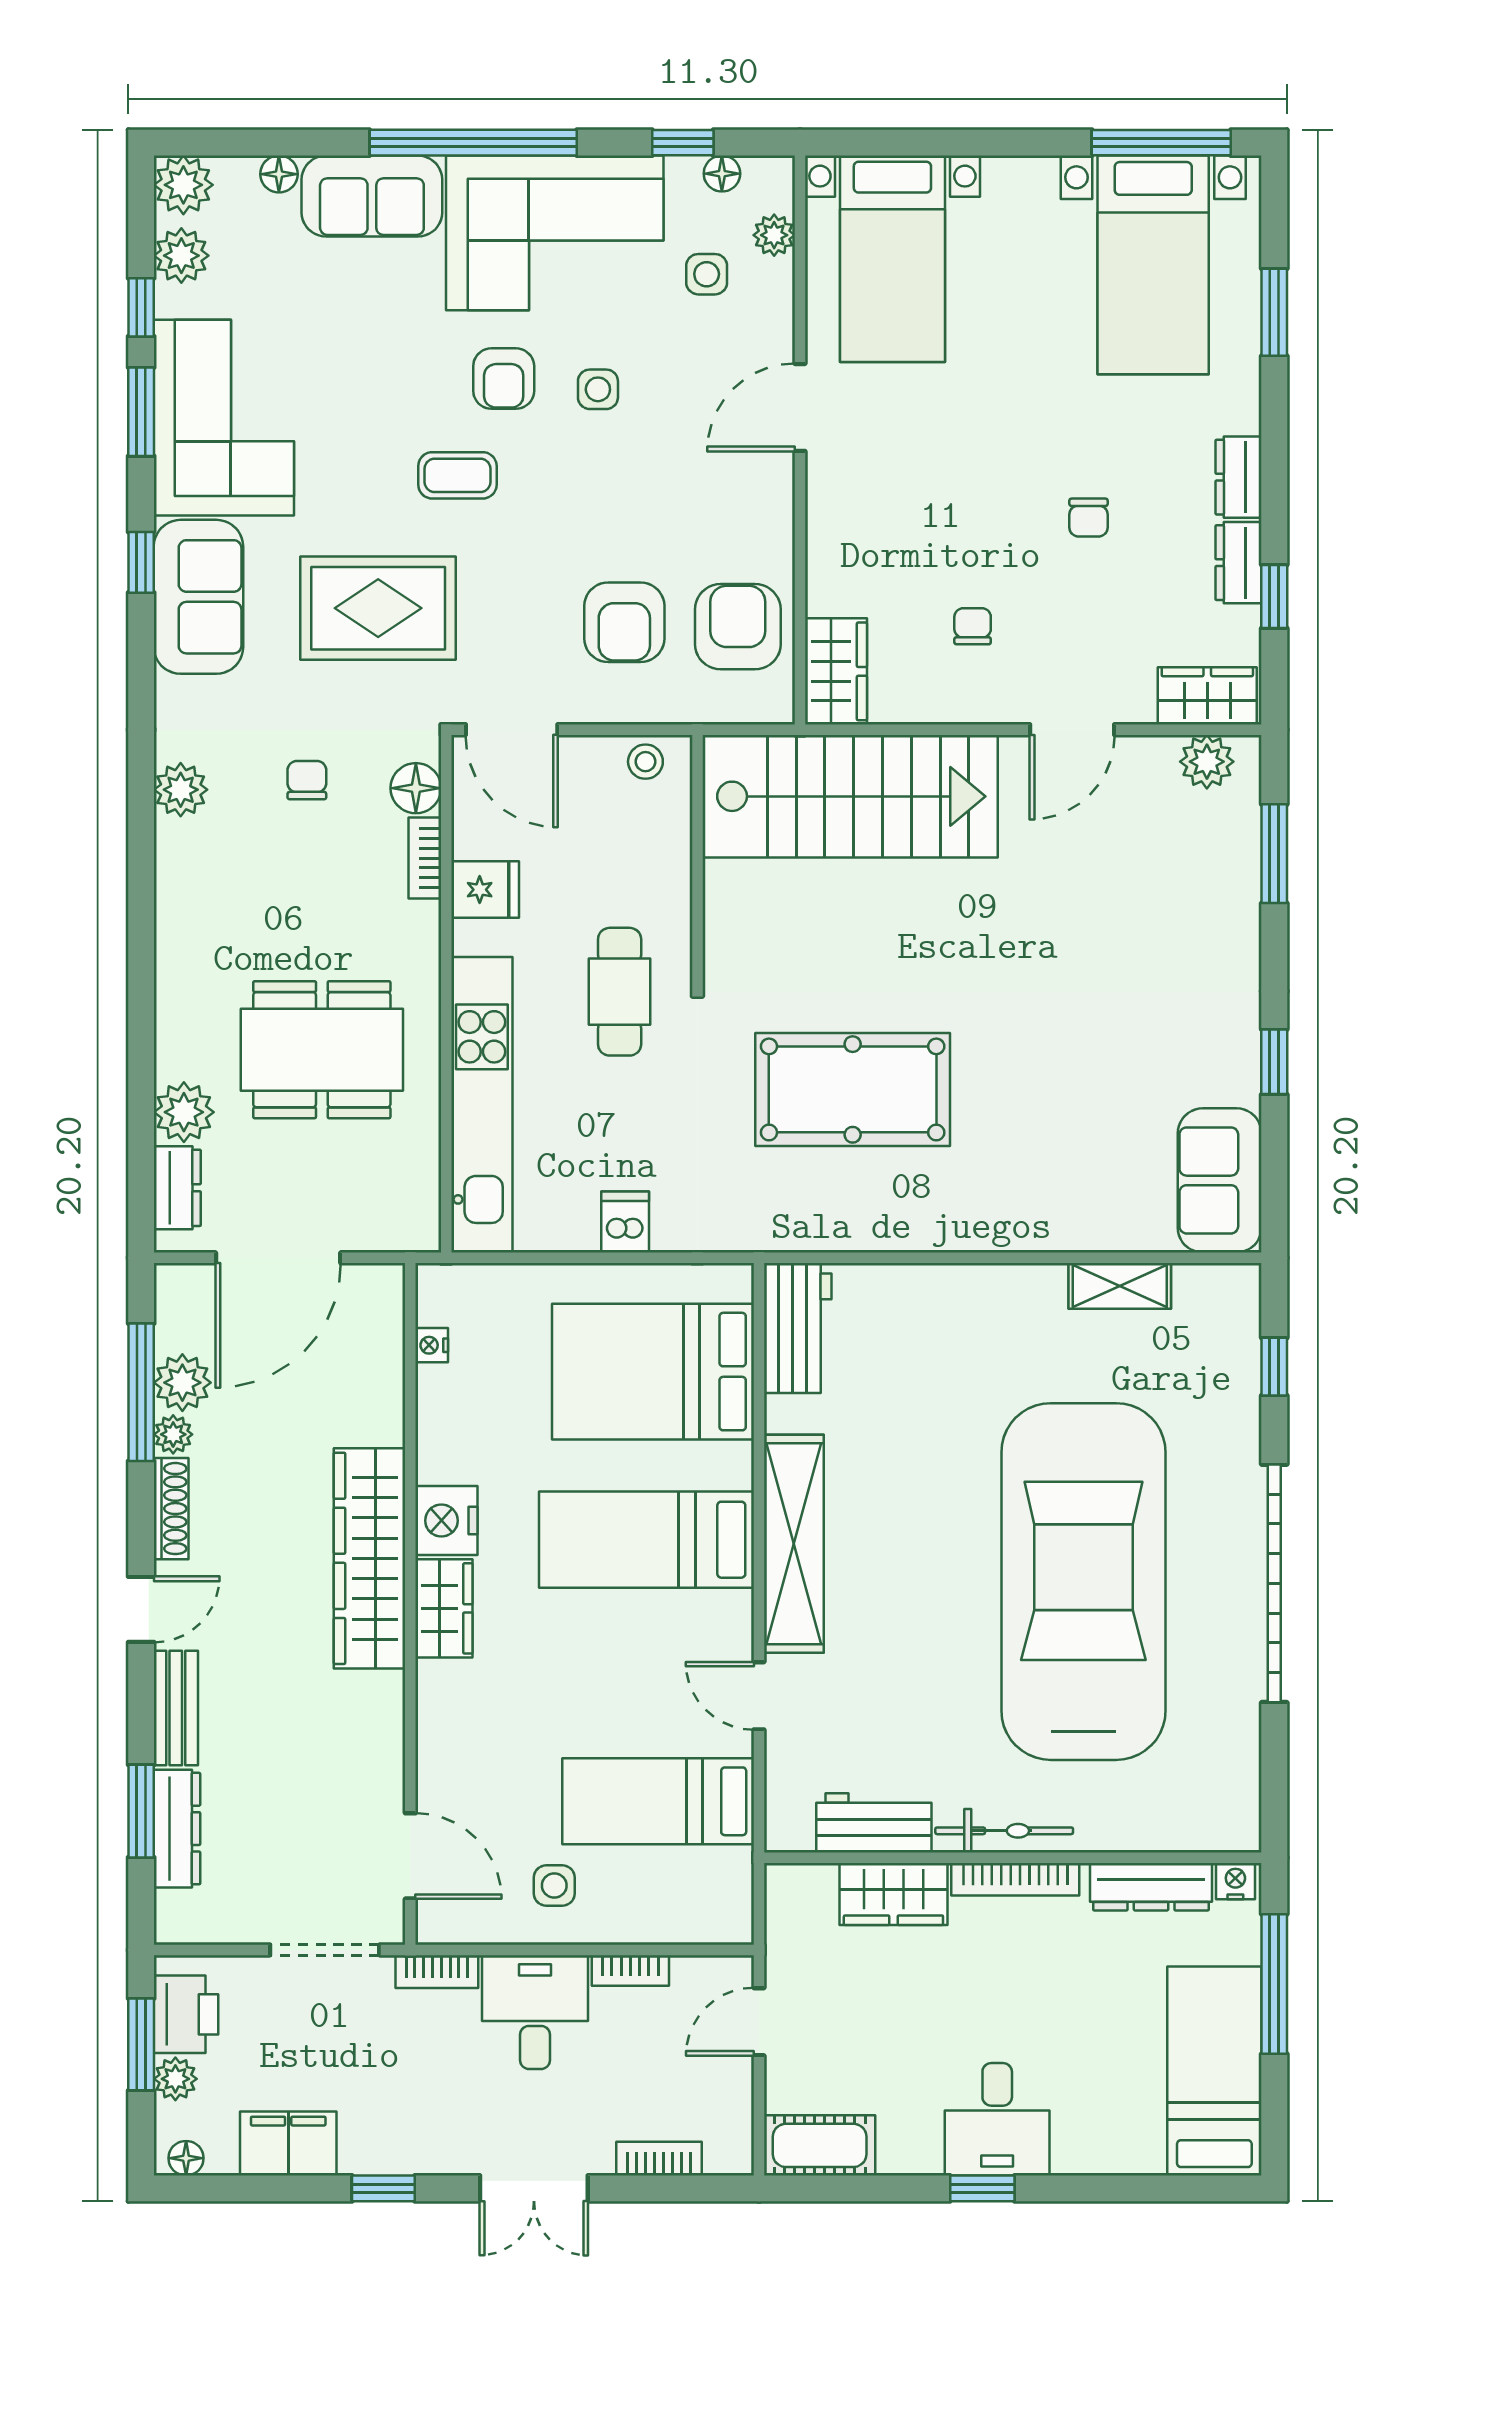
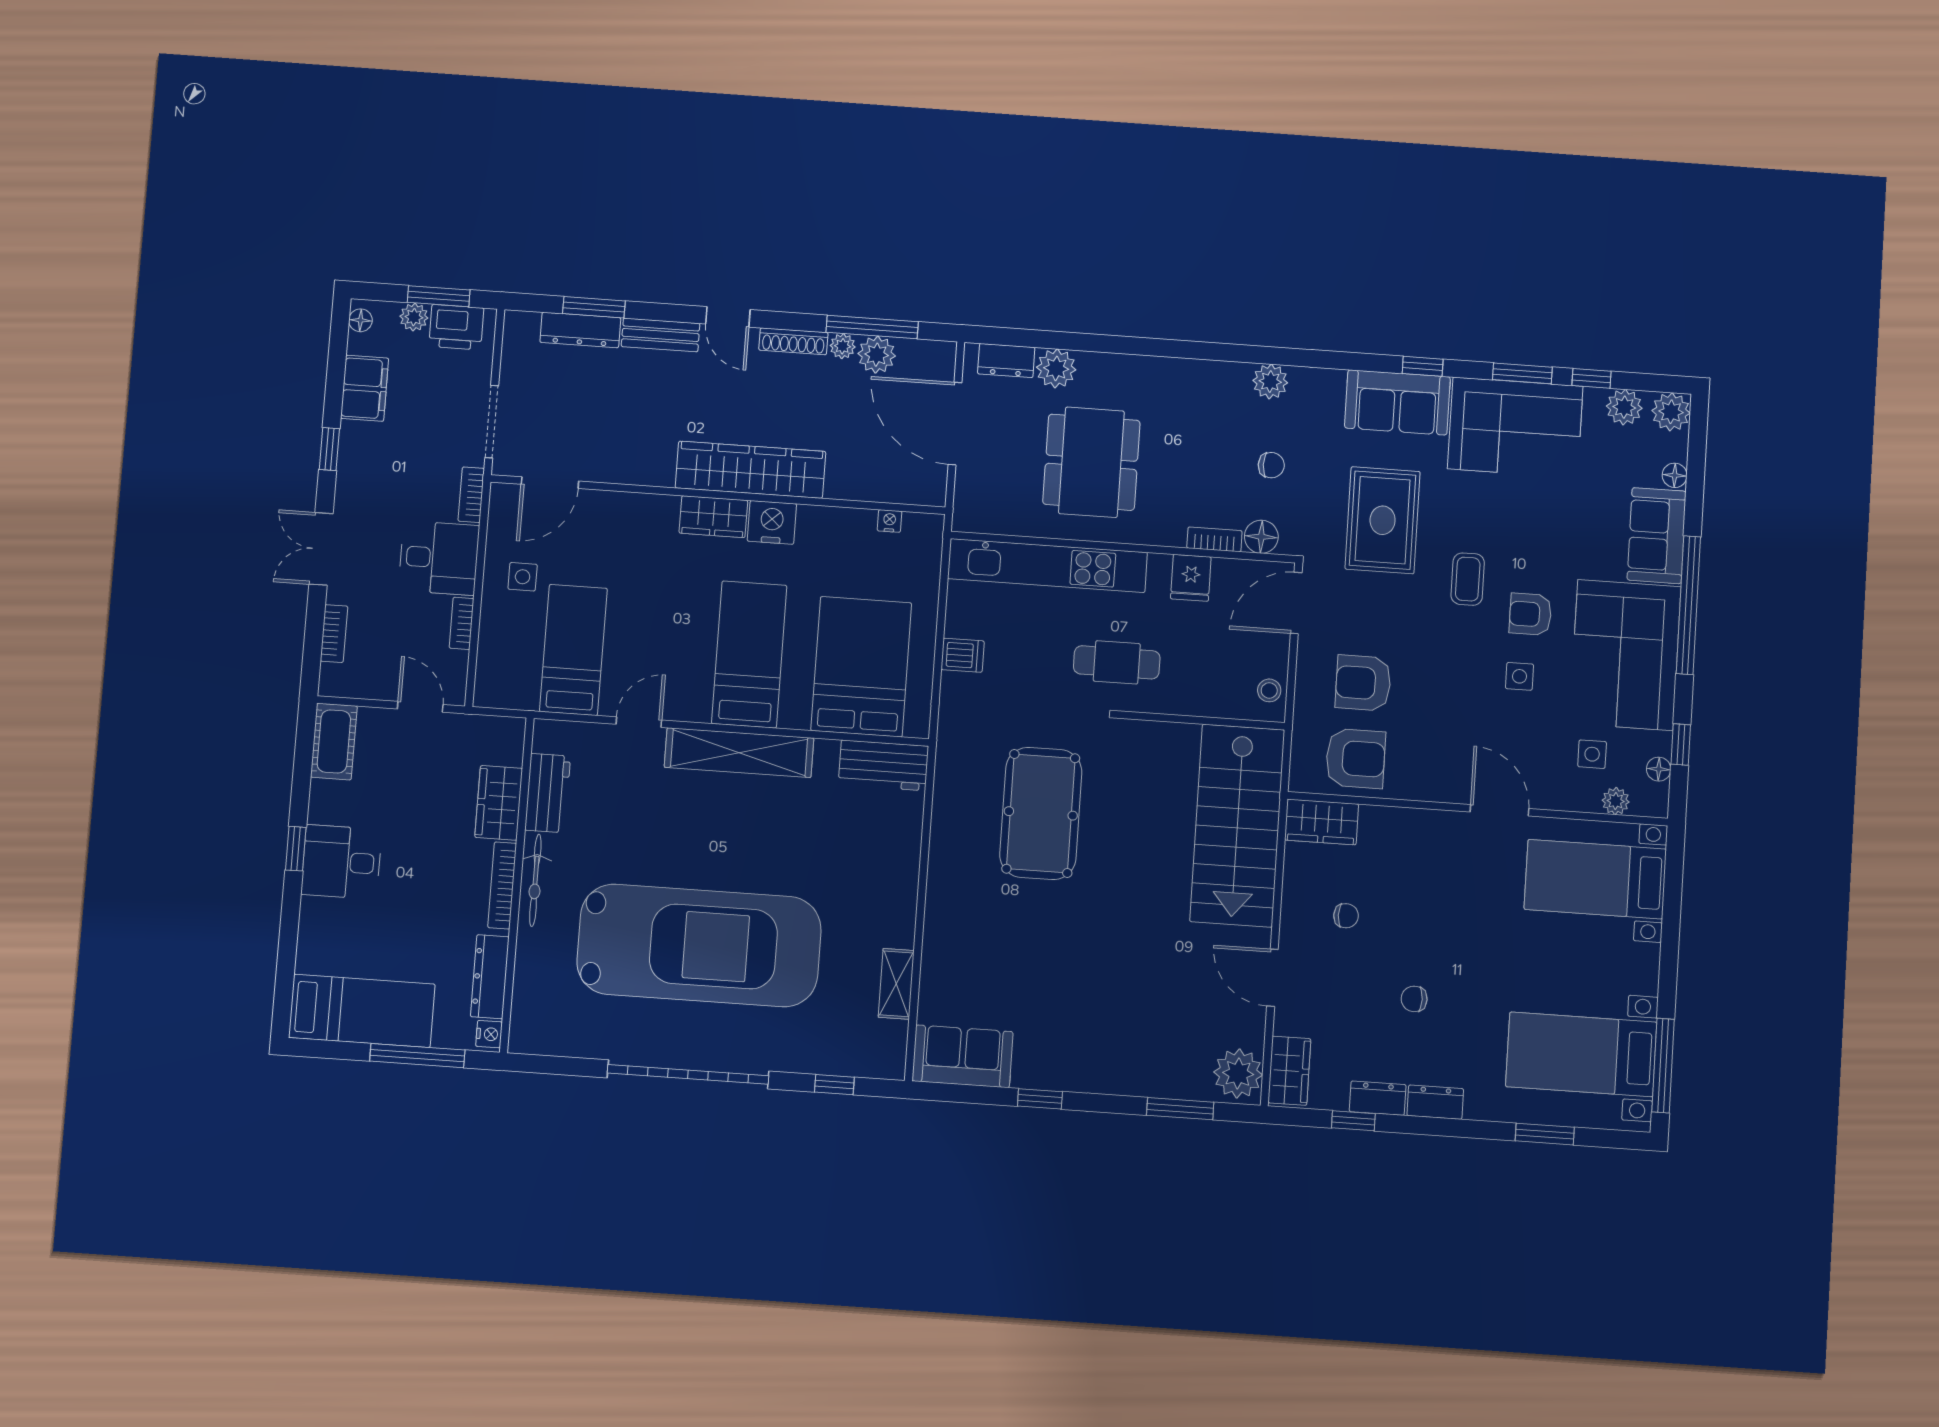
plant: (1207, 762) -> (1238, 1073), width x1.36, depth x1.36

